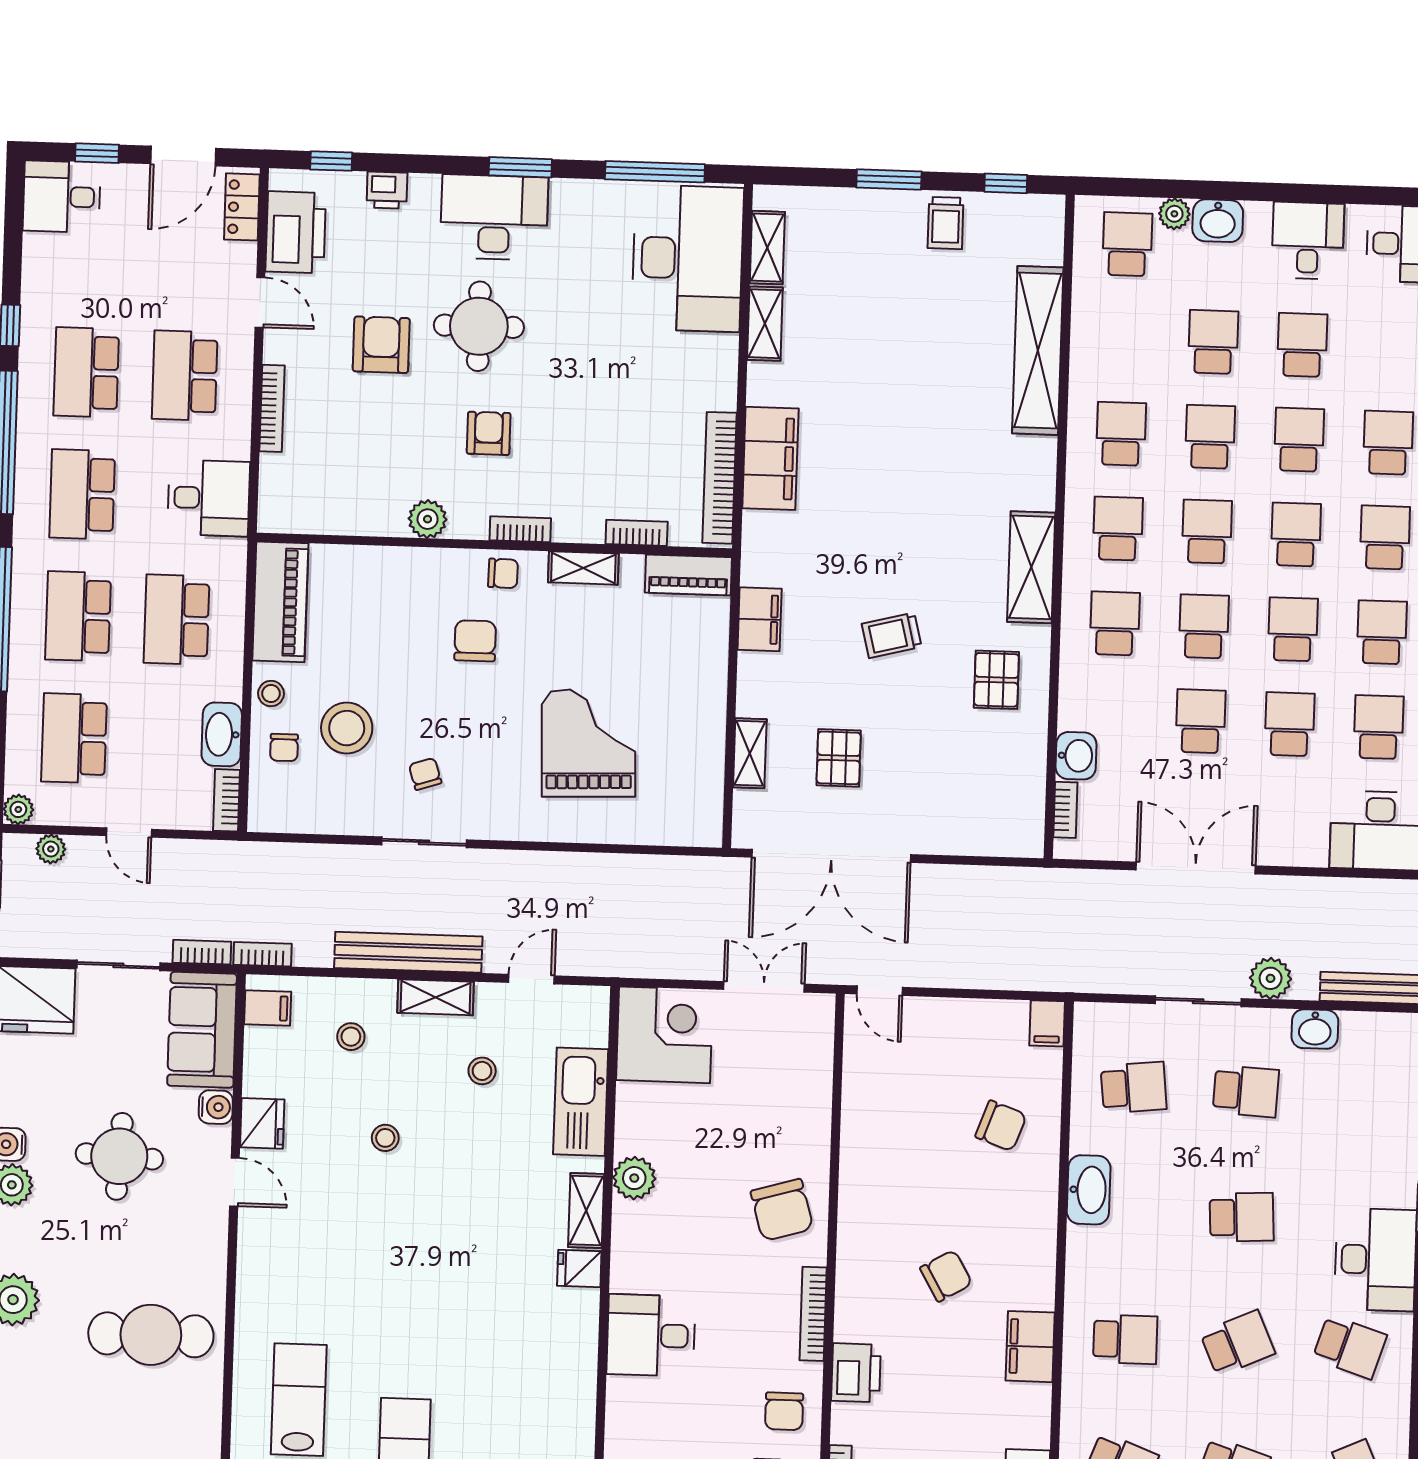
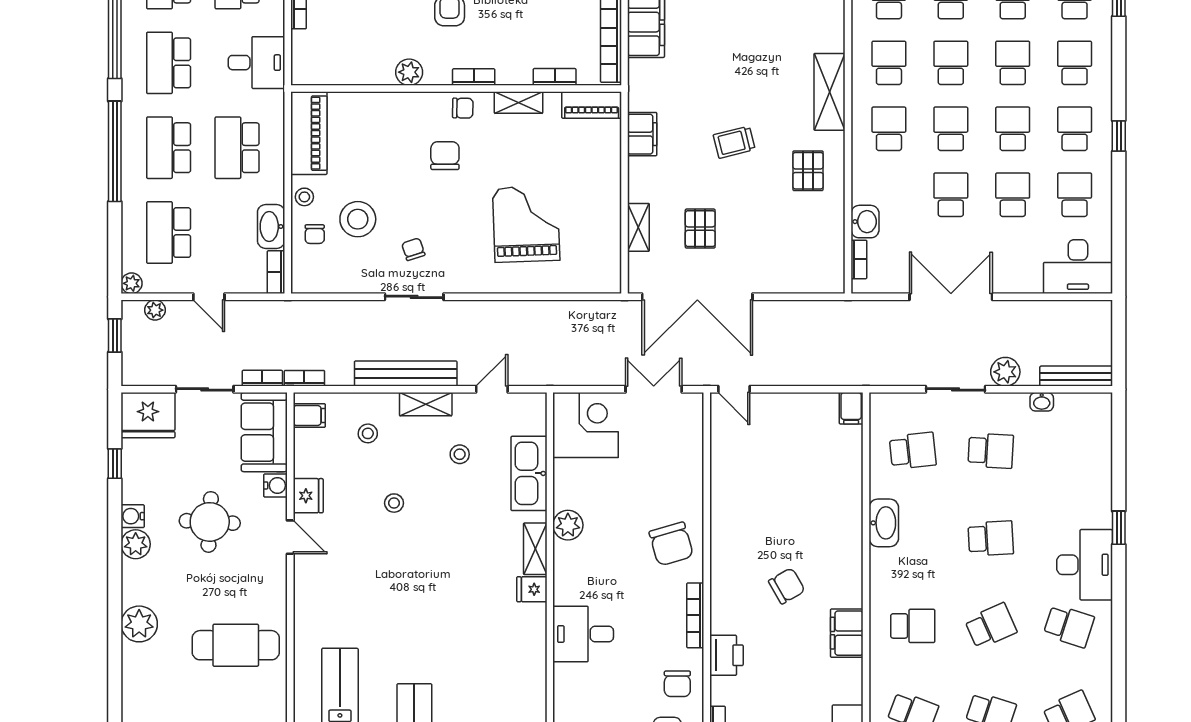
washbasin: (1315, 1029) -> (1042, 402), width x0.72, depth x0.69
chair: (1001, 1126) -> (821, 480), removed

